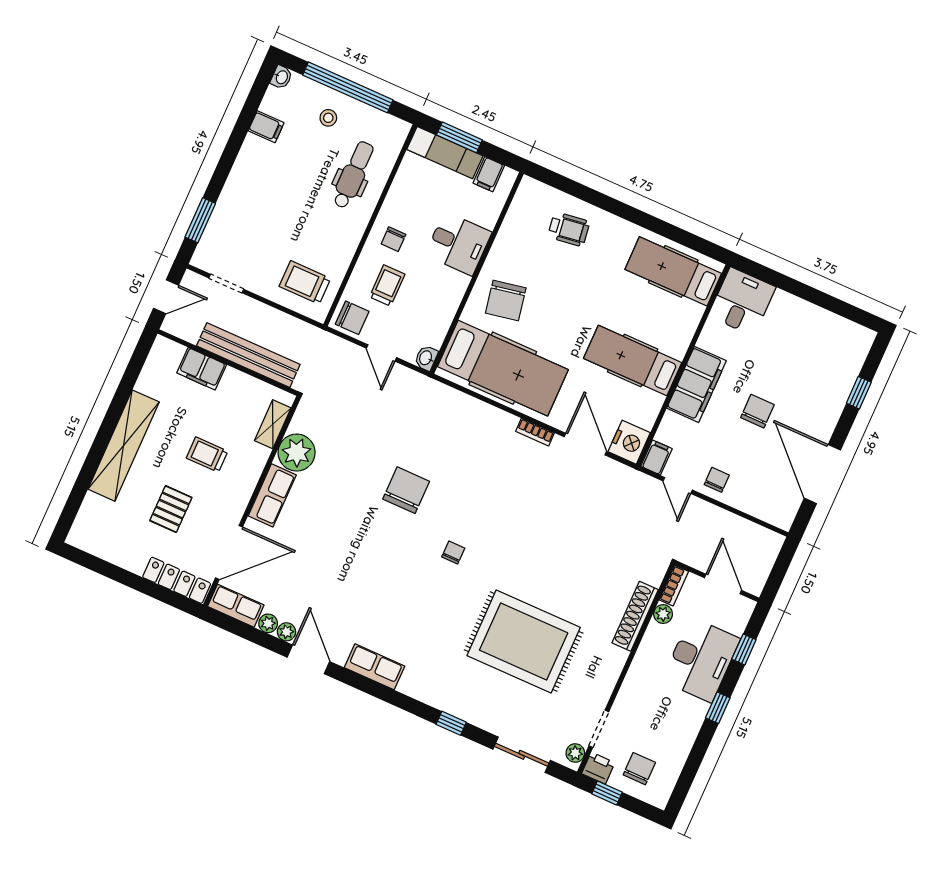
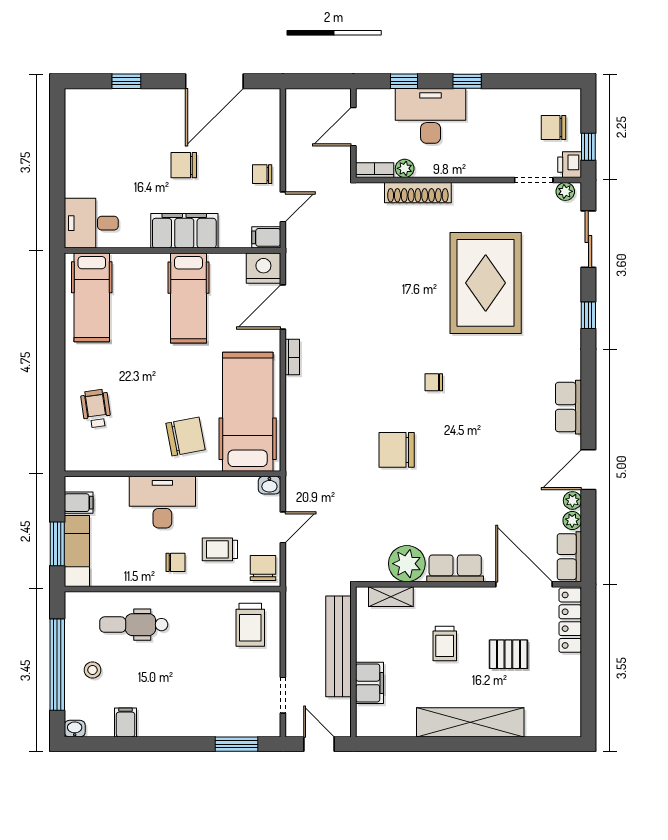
desk: (458, 244) -> (162, 502), width x1.37

